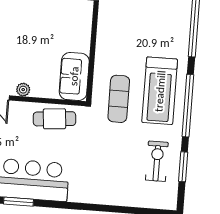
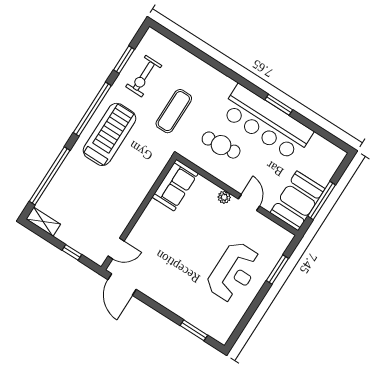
exercise mat: (119, 99) -> (174, 111), moved
cafe table: (54, 119) -> (221, 145), moved

